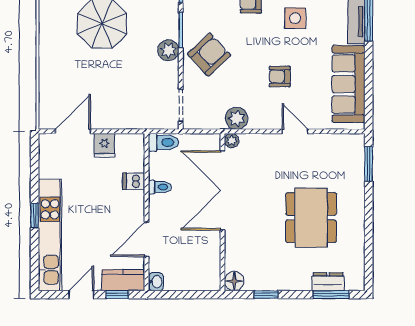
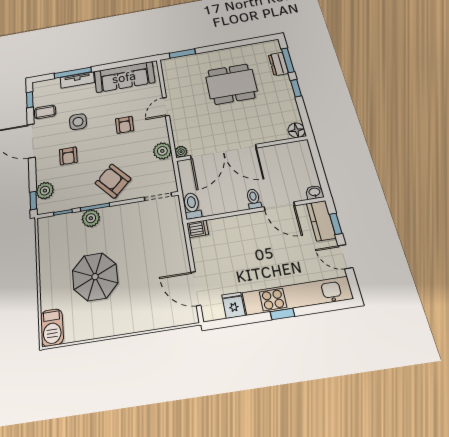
plant: (168, 50) -> (91, 218), moved
fridge: (104, 145) -> (233, 305), moved, turned -90
dishwasher: (134, 181) -> (198, 229), moved, turned -90
toilet: (160, 187) -> (254, 199), moved
window: (266, 295) -> (296, 88), moved

